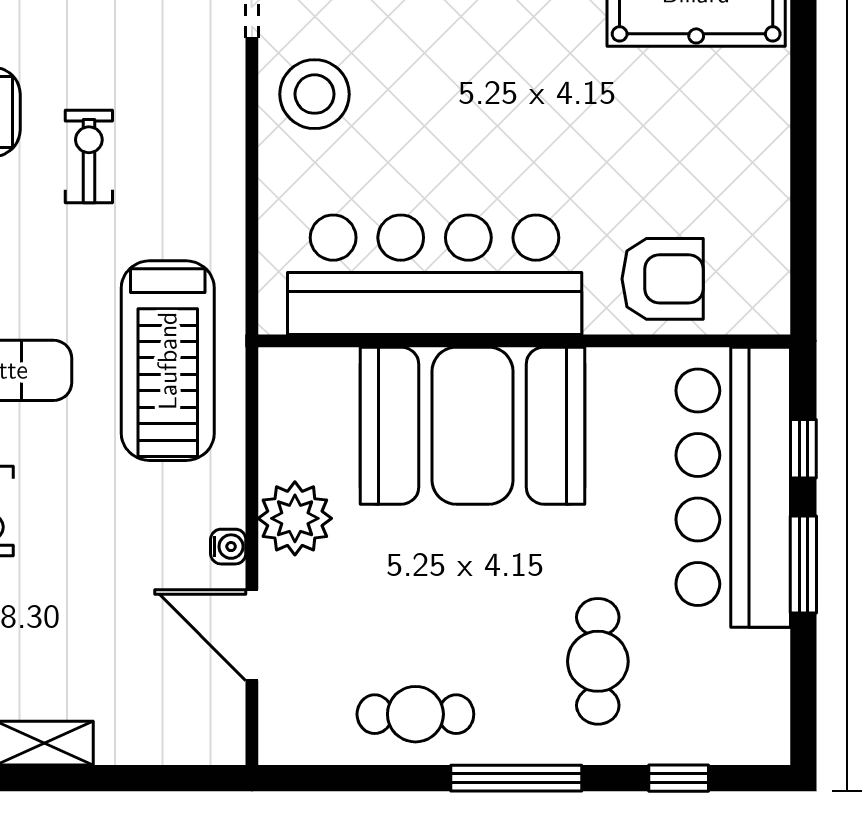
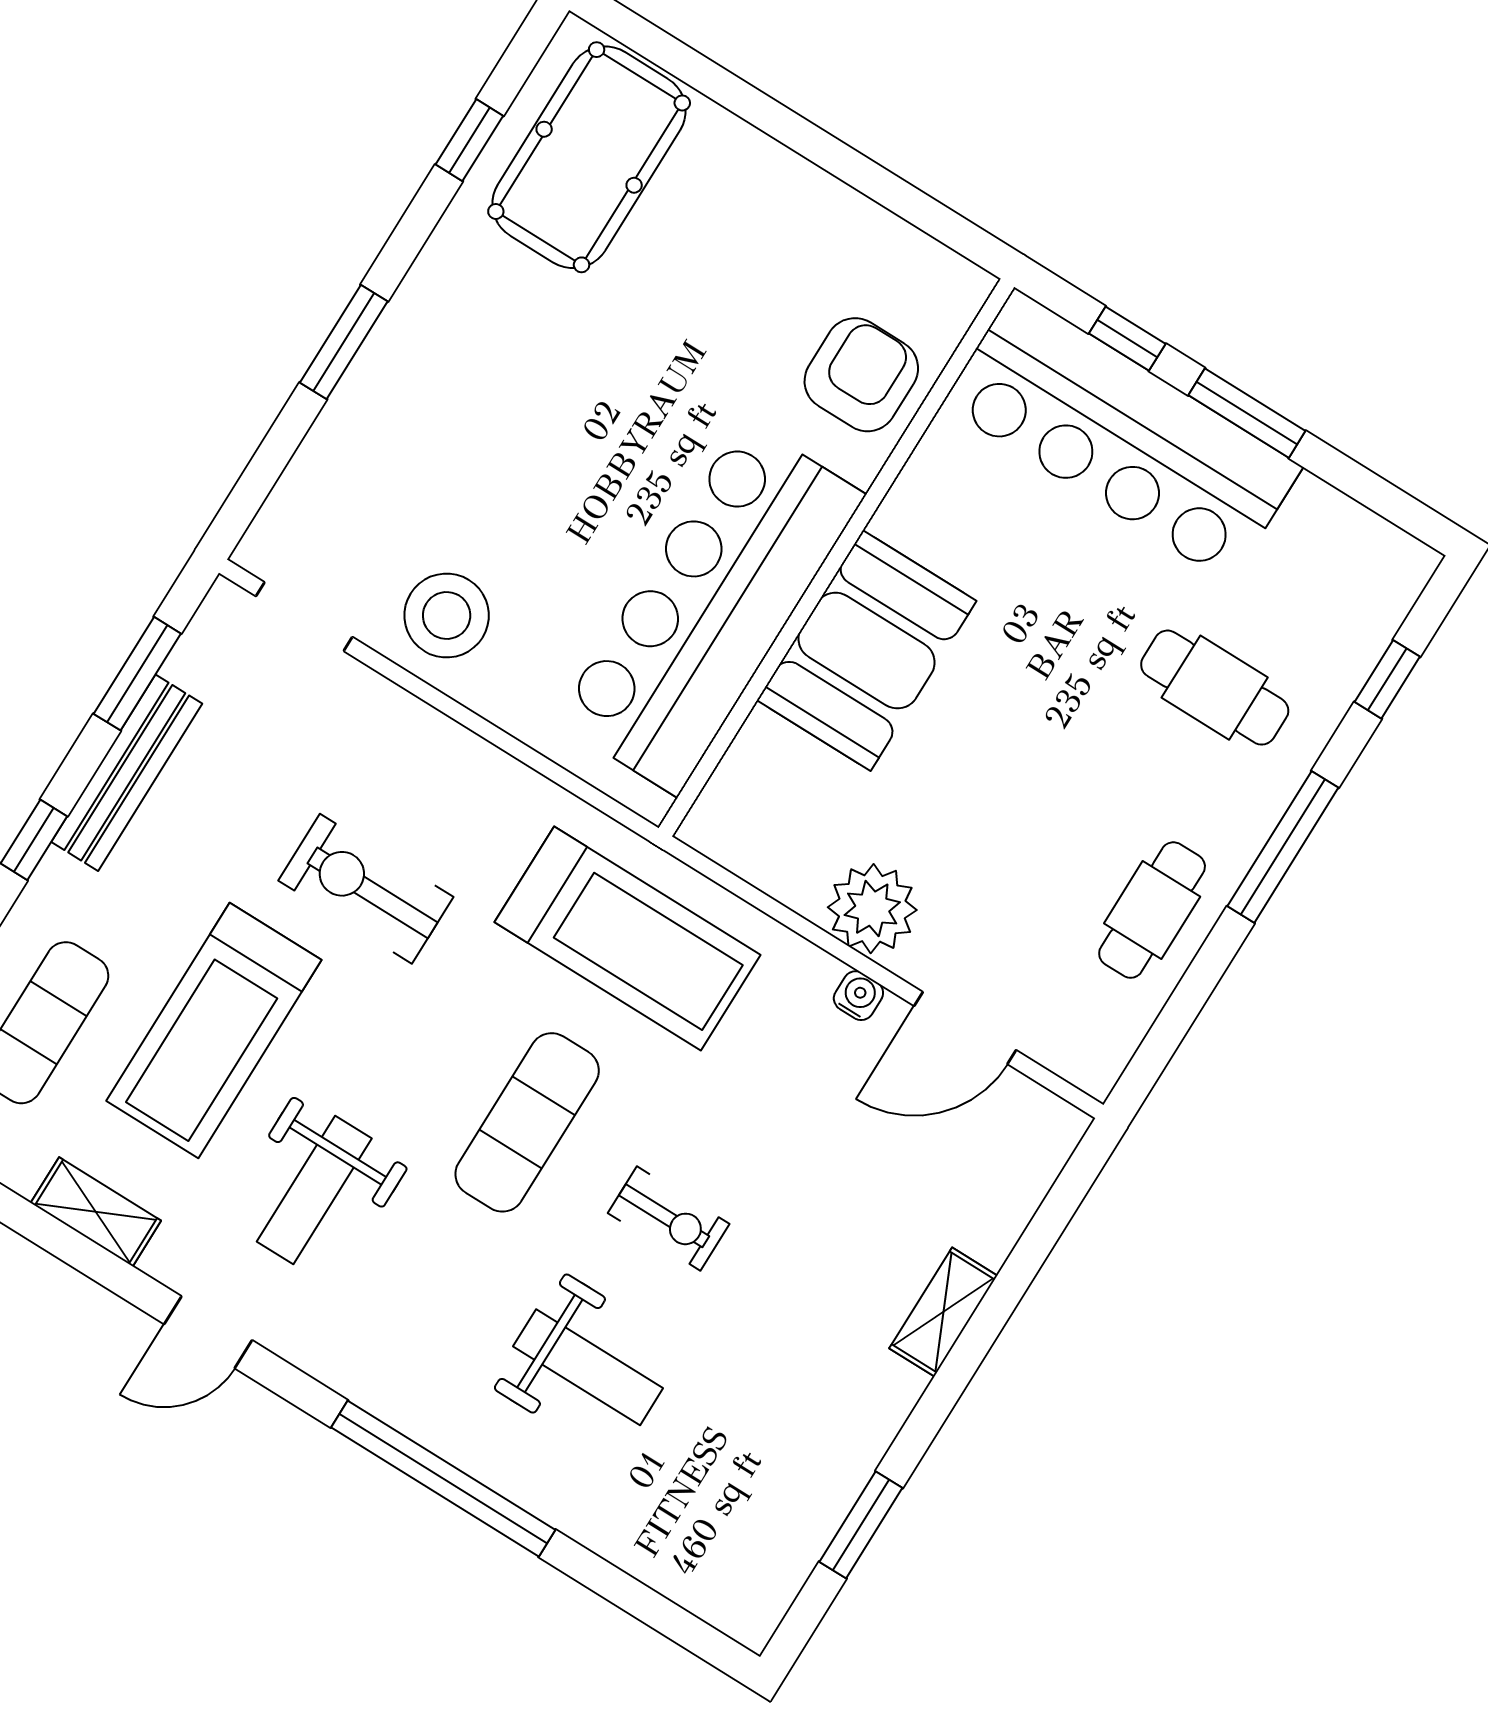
exercise bike: (89, 156) -> (366, 889), width x1.38, depth x1.39
booth: (472, 426) -> (867, 651), width x0.73, depth x0.70

